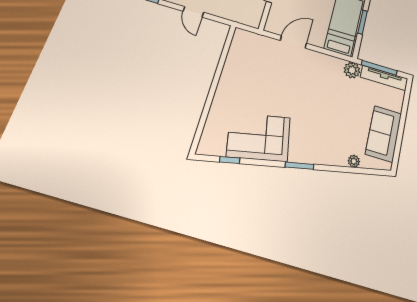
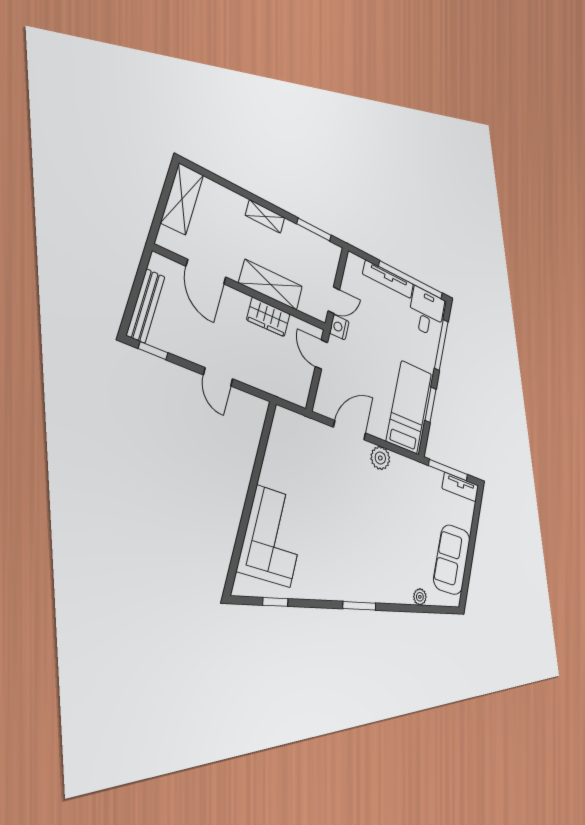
plant: (352, 70) -> (380, 458), moved
tv unit: (384, 78) -> (460, 487), width x0.71
corner sofa: (259, 137) -> (273, 536), moved, turned 101

